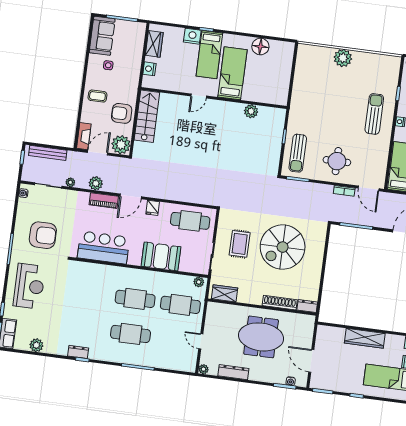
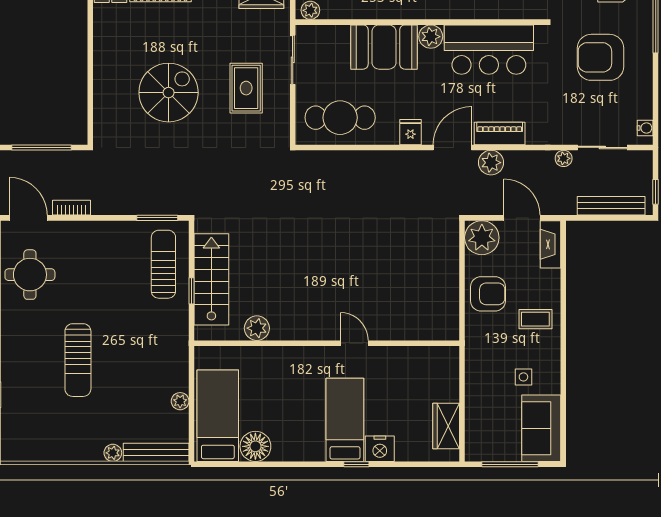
bench: (315, 50) -> (156, 452), added
plant: (343, 58) -> (113, 453), width x0.53, depth x0.53
nightstand: (149, 69) -> (449, 380), removed
bed: (232, 73) -> (218, 416), moved, turned 180
plant: (298, 77) -> (180, 401), added
door: (199, 96) -> (354, 343), hinge flipped
sun lounger: (374, 114) -> (78, 360), moved
stairs: (147, 116) -> (211, 279), moved, turned 180
door: (98, 153) -> (522, 218), swing flipped
round table: (337, 161) -> (30, 275), moved
plant: (96, 183) -> (491, 163), moved
spiral stairs: (283, 247) -> (169, 93), width x0.73, depth x0.73
plant: (135, 259) -> (431, 37), added

